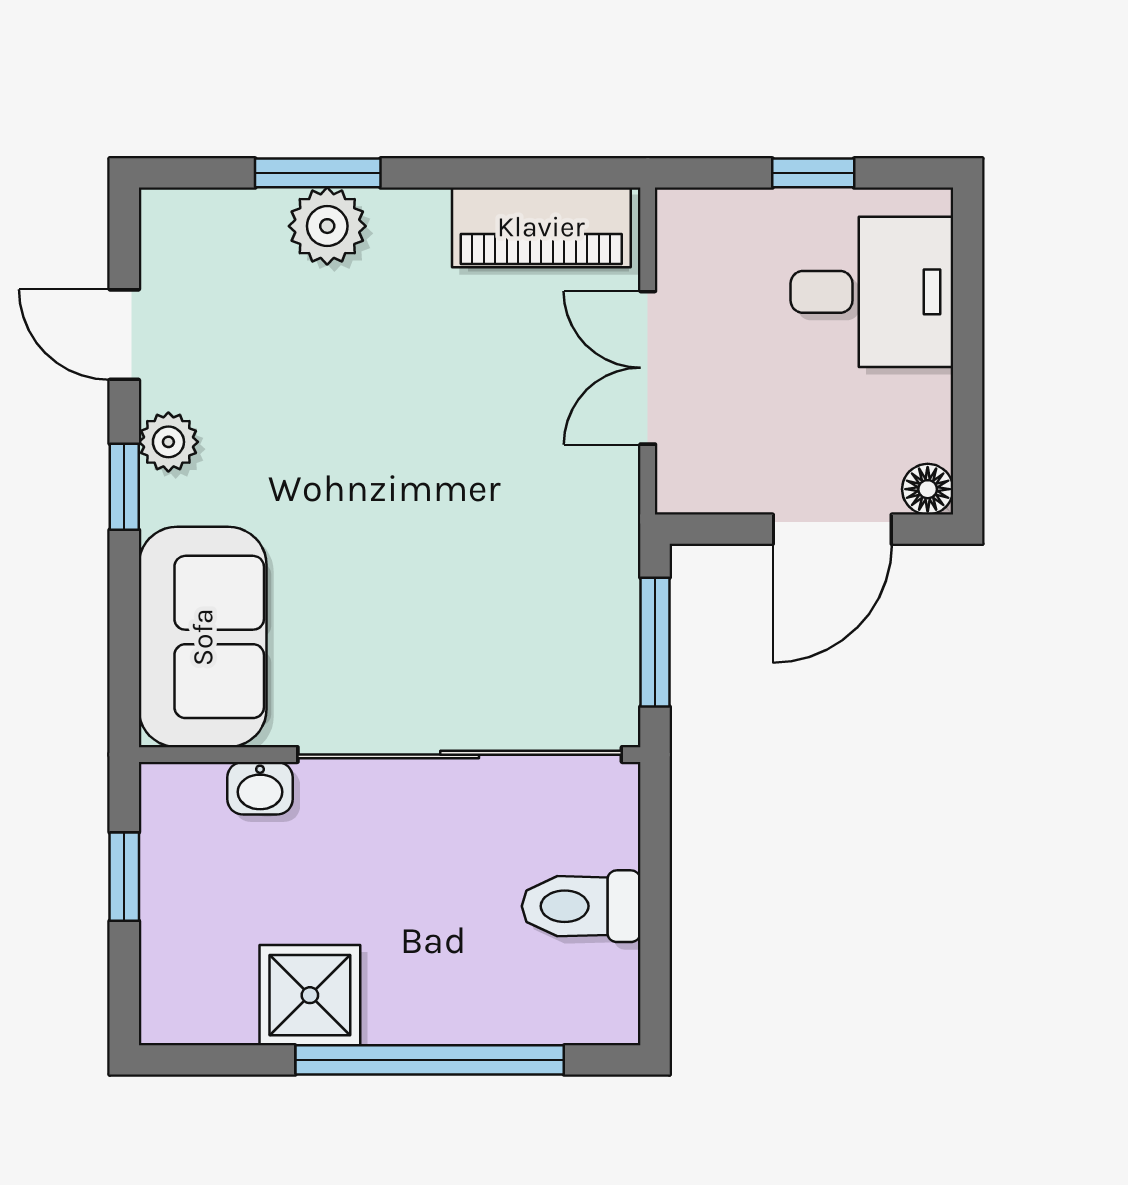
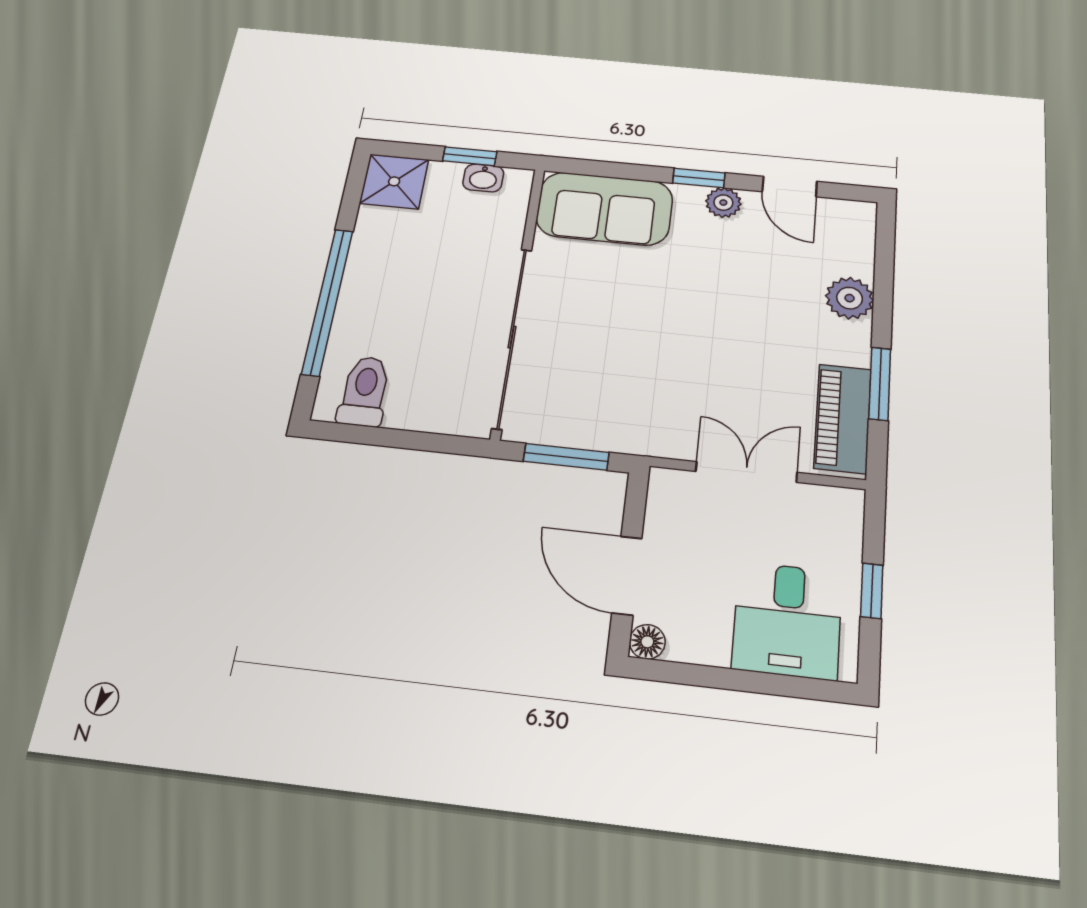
window: (318, 173) -> (880, 384), moved
door: (124, 335) -> (790, 187), swing flipped
washbasin: (260, 788) -> (483, 178), moved, turned -90
toilet: (581, 906) -> (364, 391), moved
shower: (310, 995) -> (394, 181), moved

